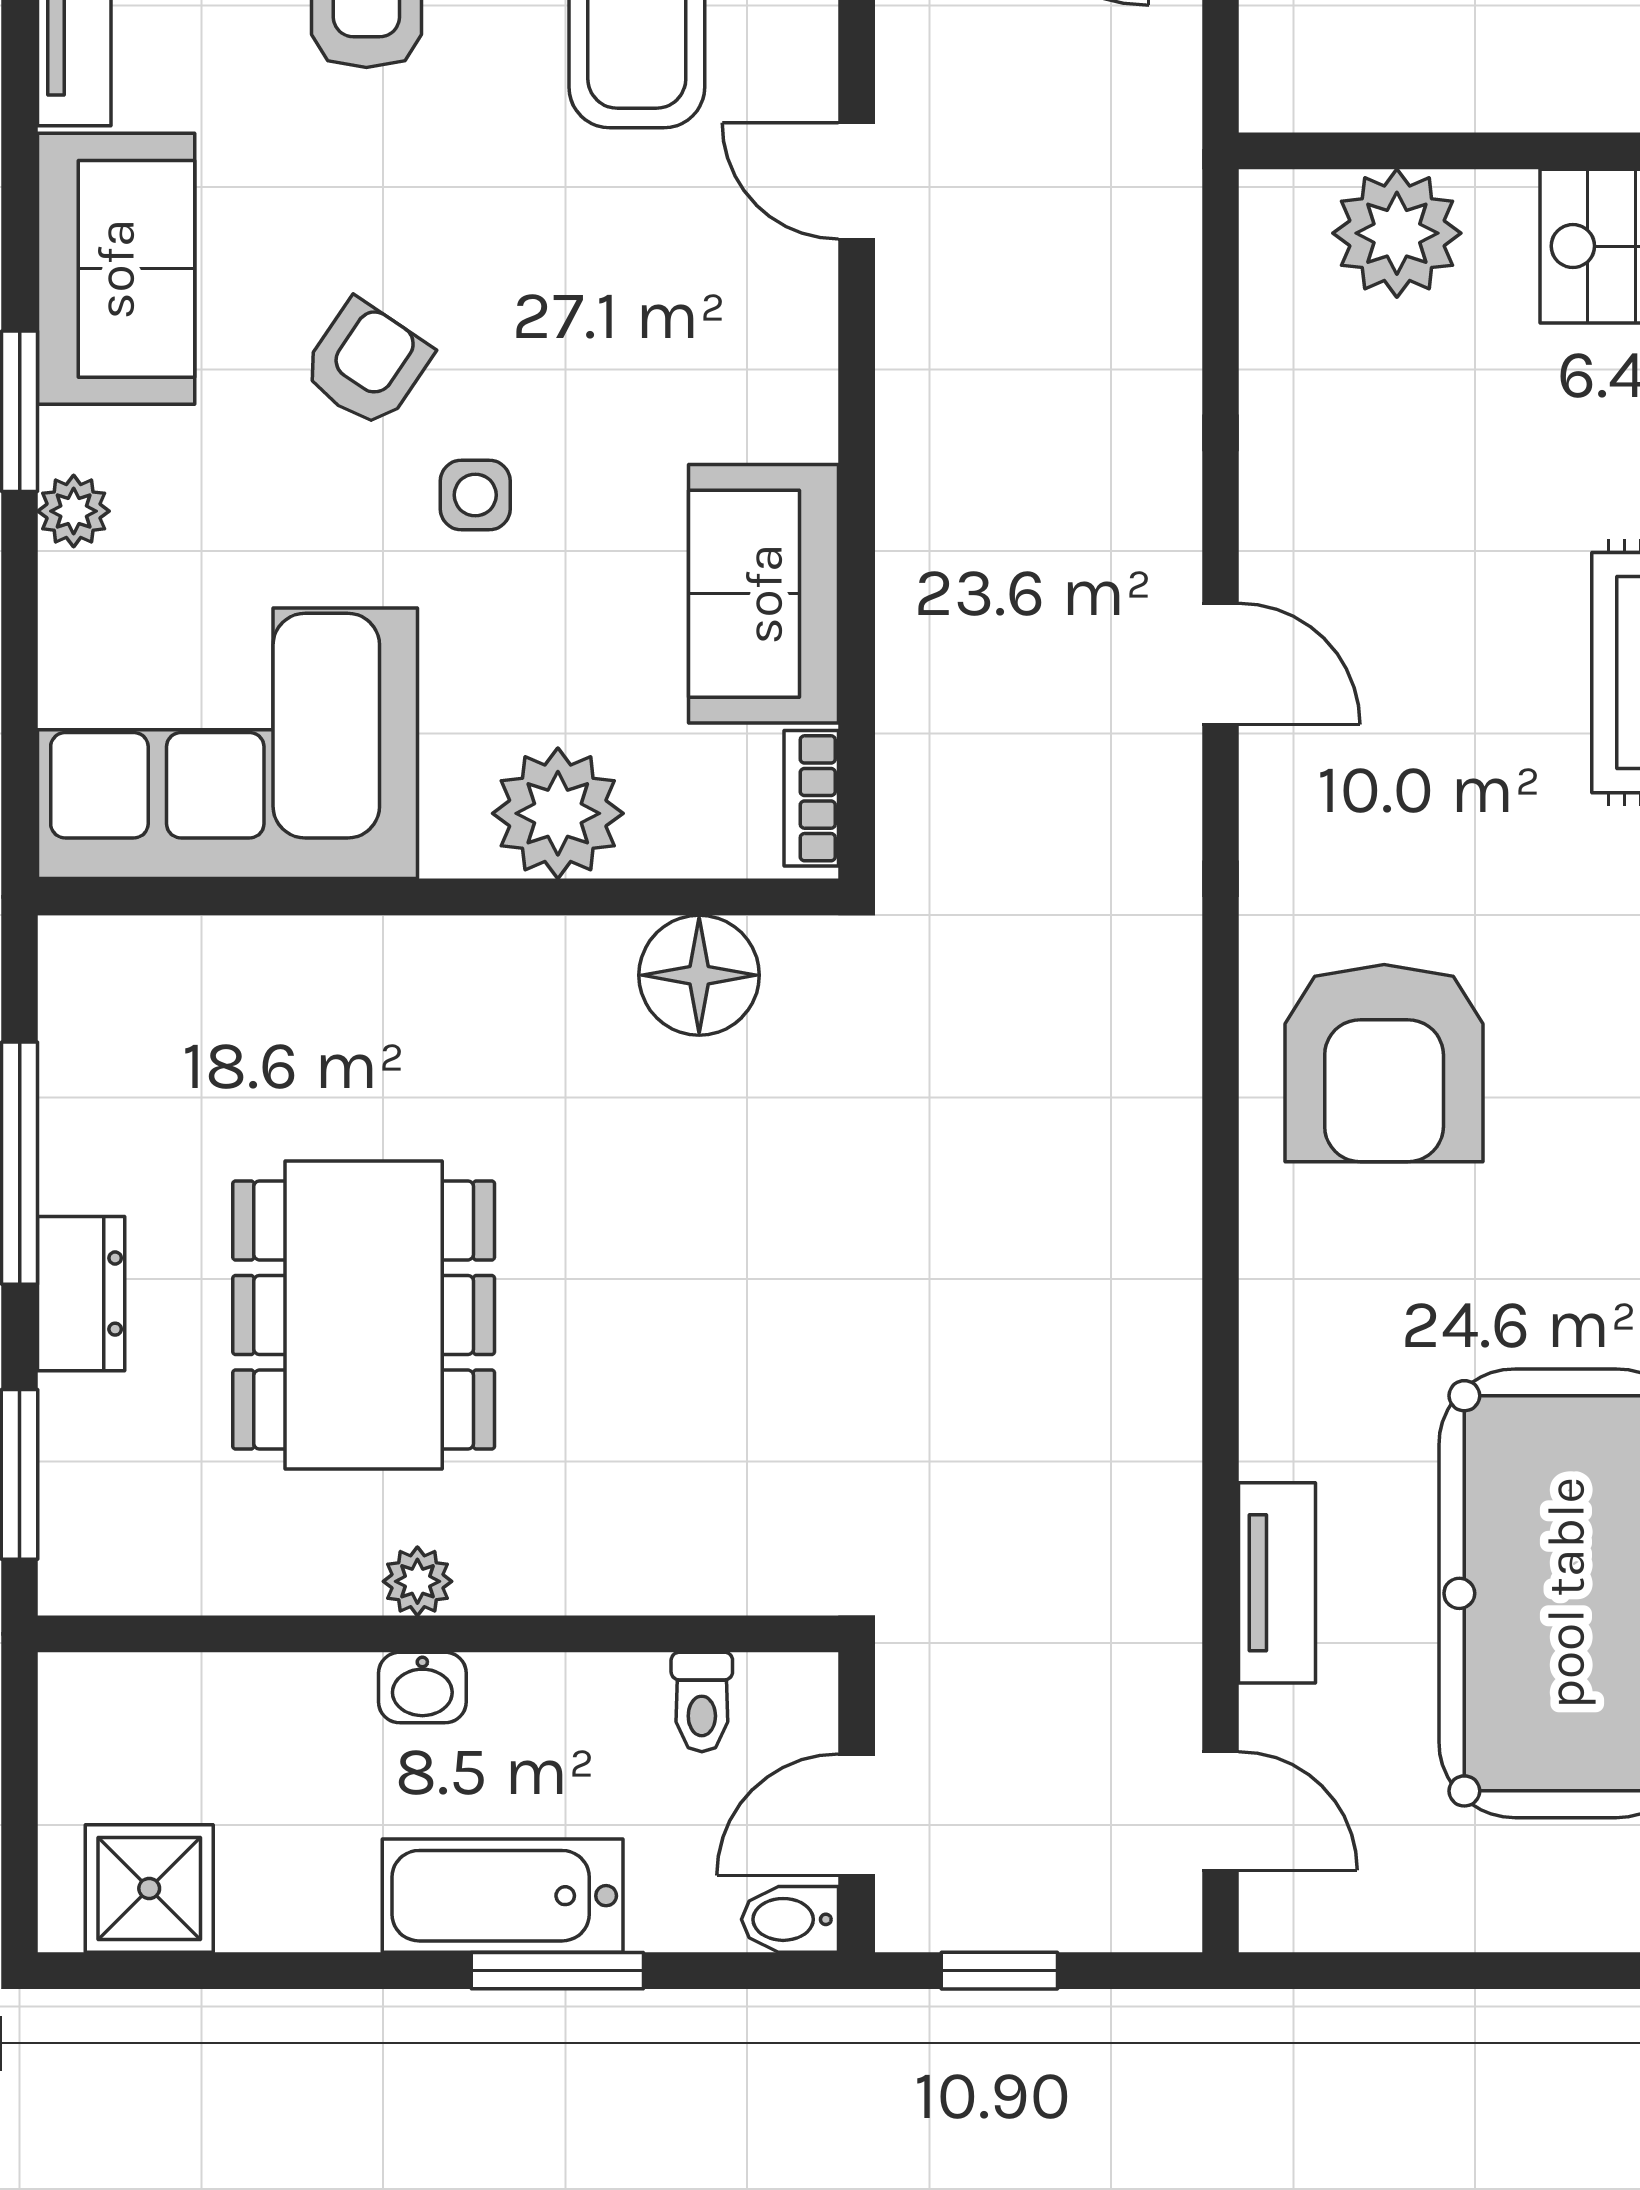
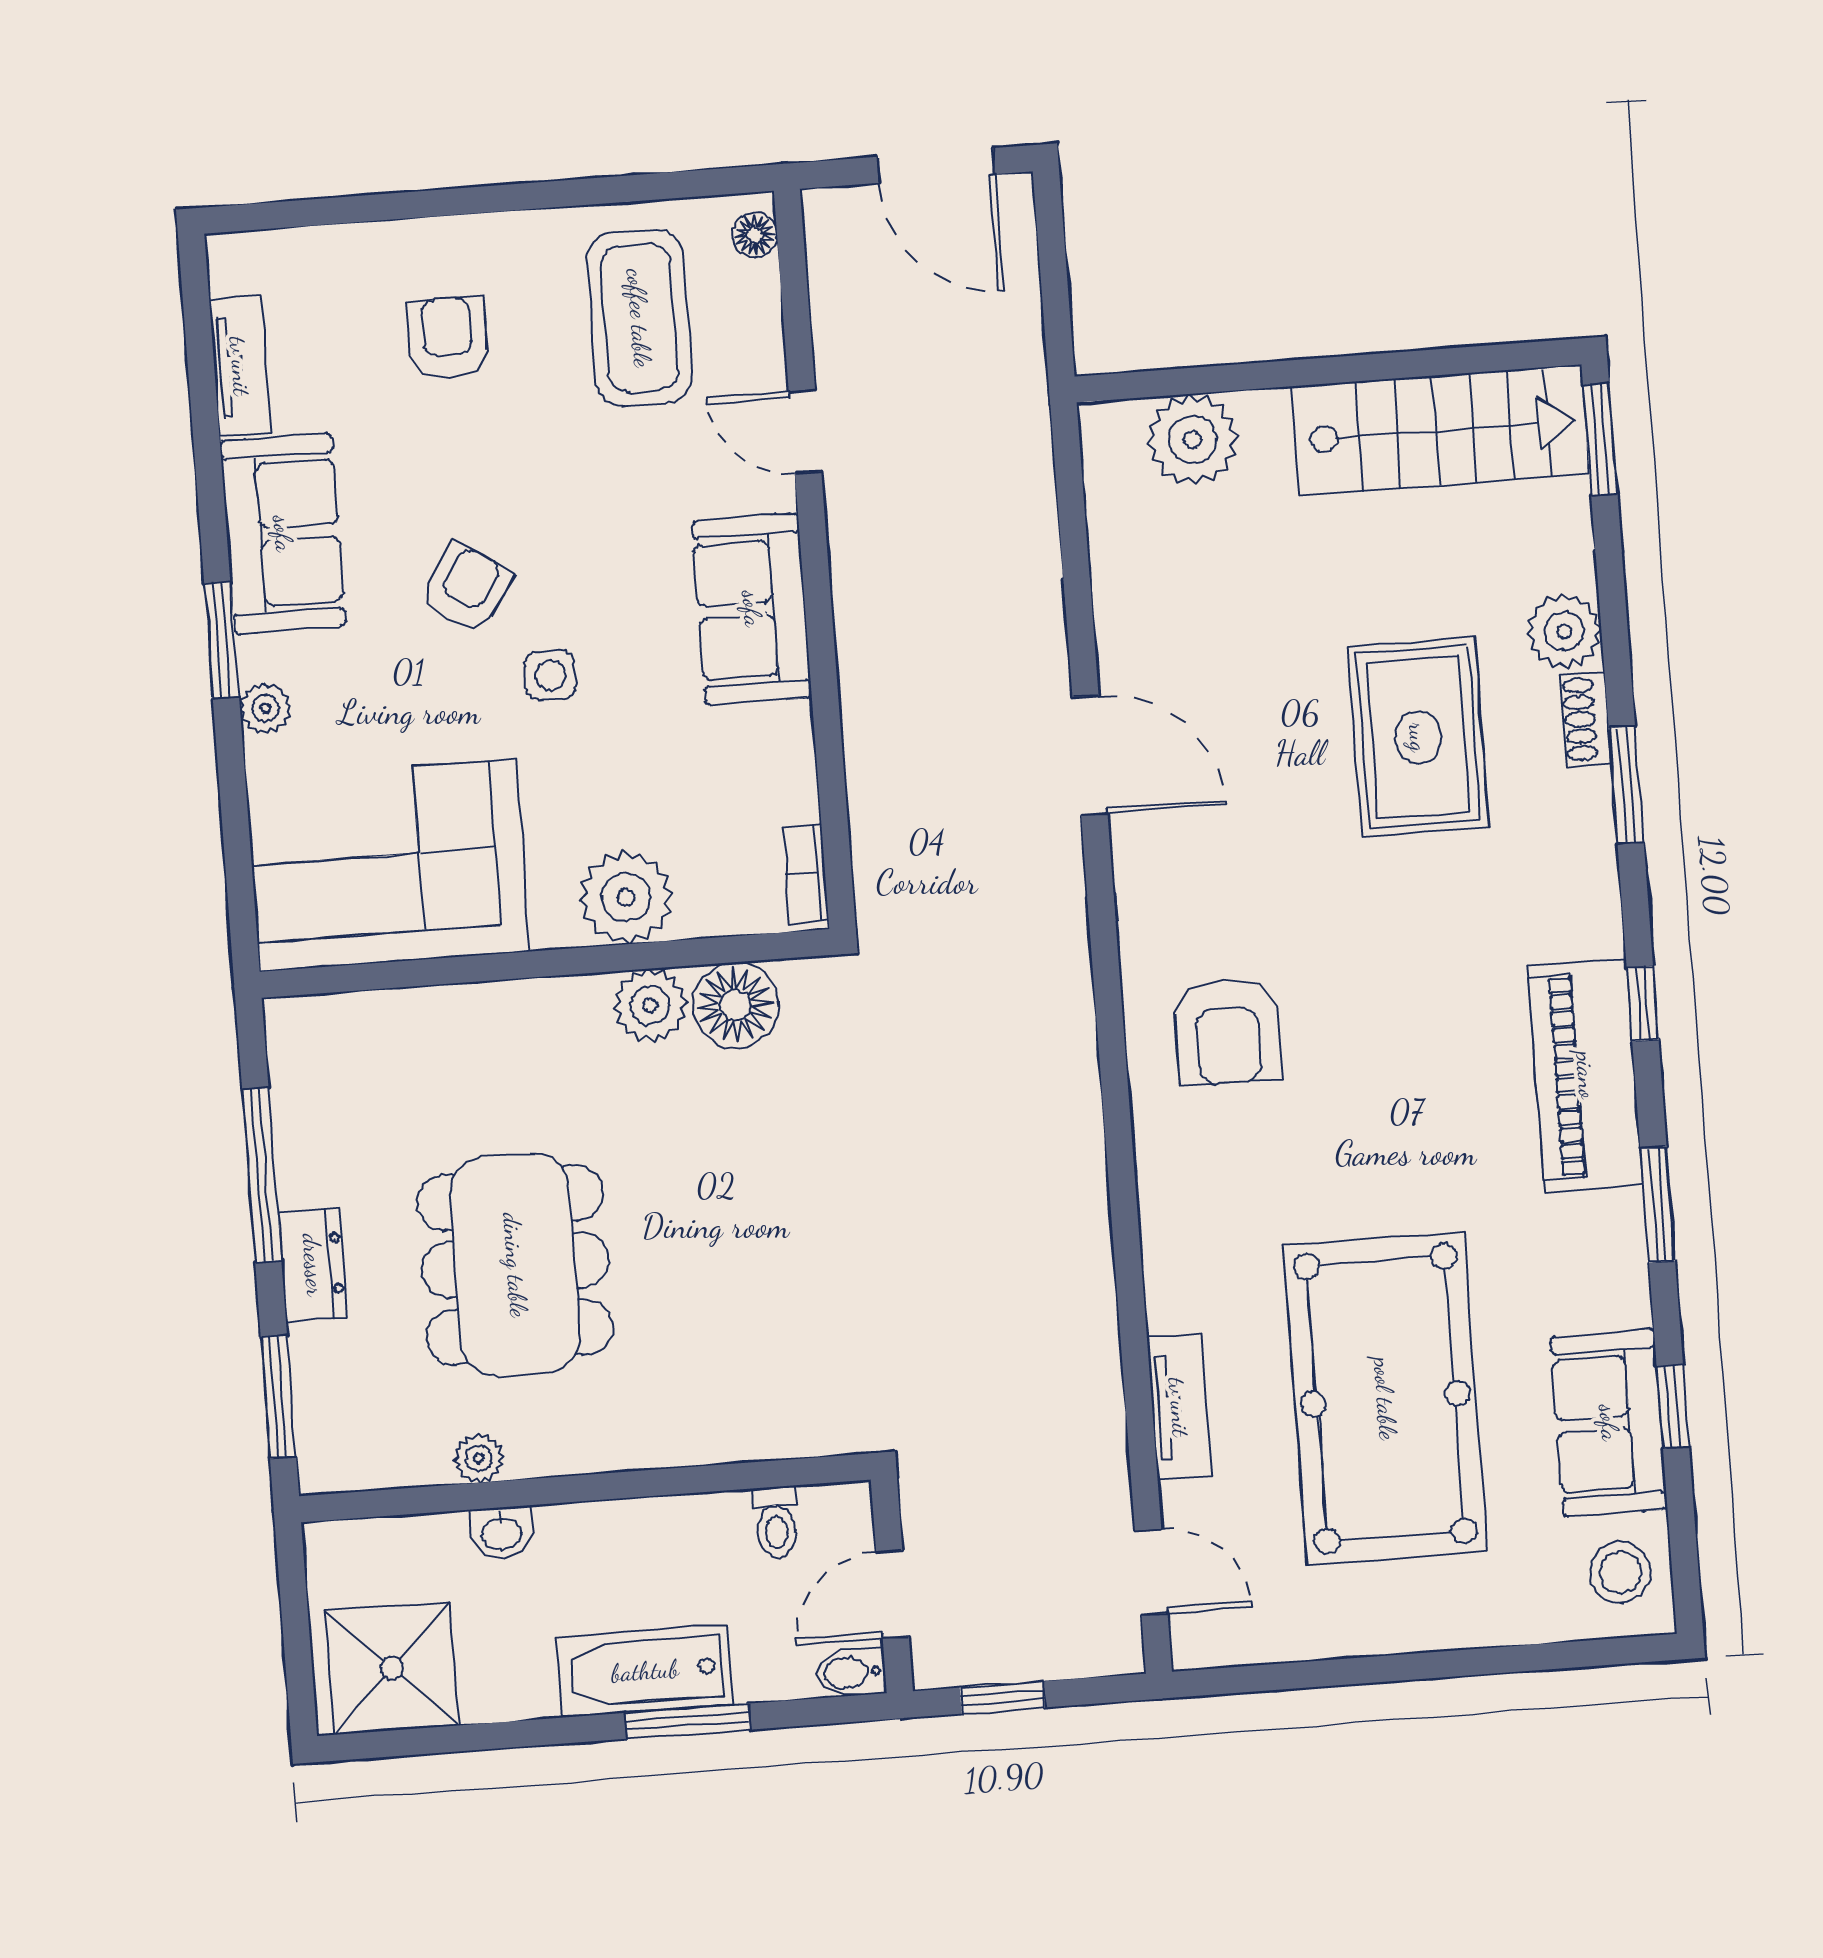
sofa: (764, 594) -> (752, 609), moved
door: (1221, 664) -> (1090, 756), width x1.38
plant: (580, 967) -> (650, 1006), added
armchair: (1384, 1063) -> (1228, 1031), width x0.73, depth x0.73
plant: (417, 1581) -> (479, 1458), moved
washbasin: (422, 1687) -> (501, 1533), moved
shower: (149, 1888) -> (392, 1668), width x1.36, depth x1.36

